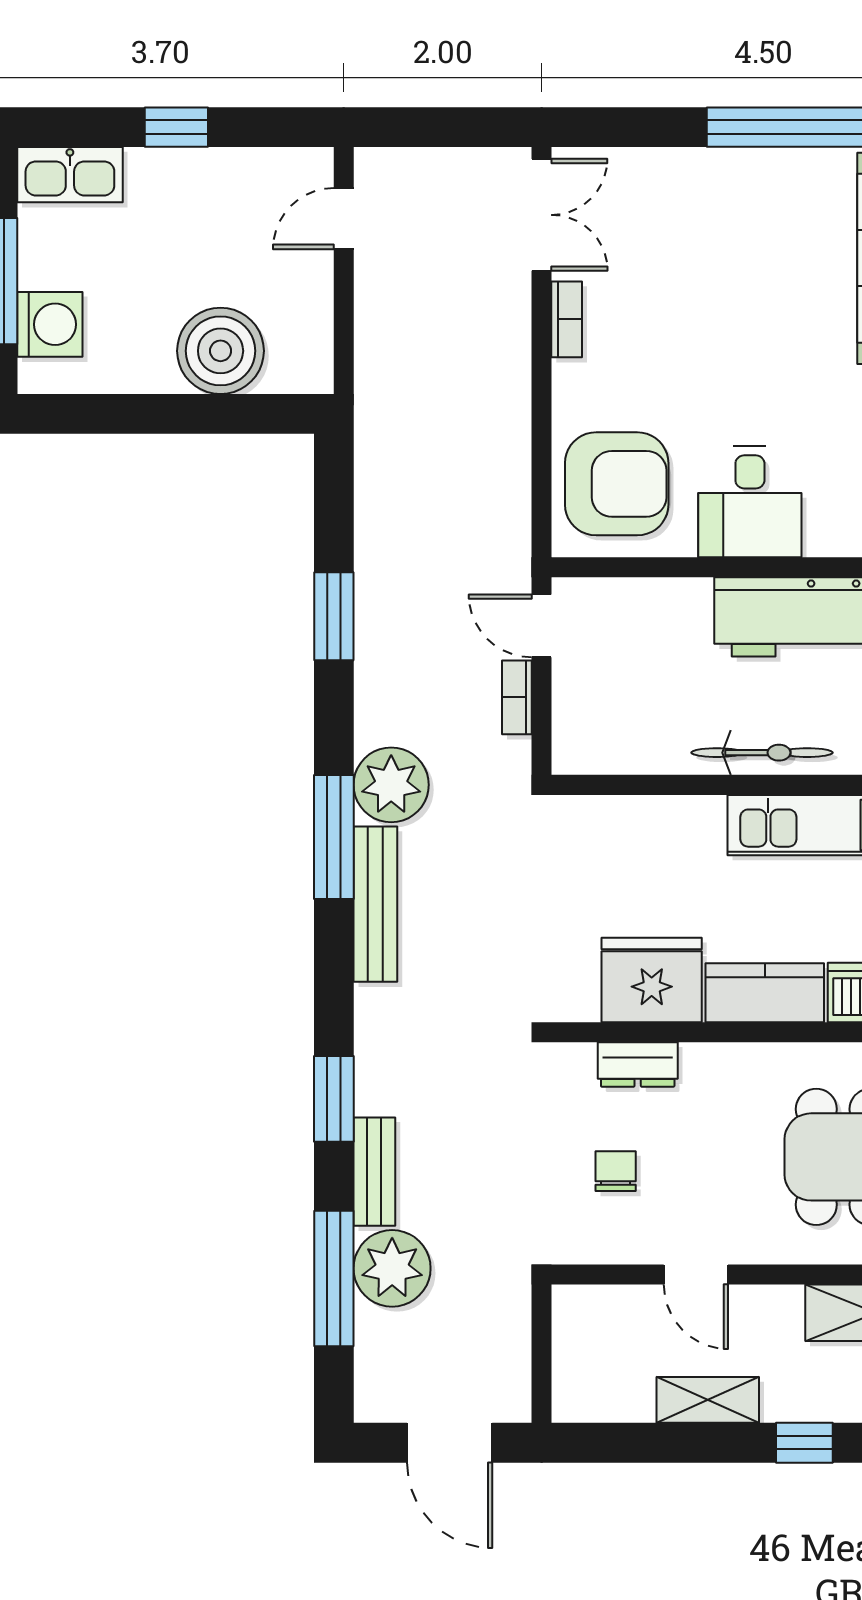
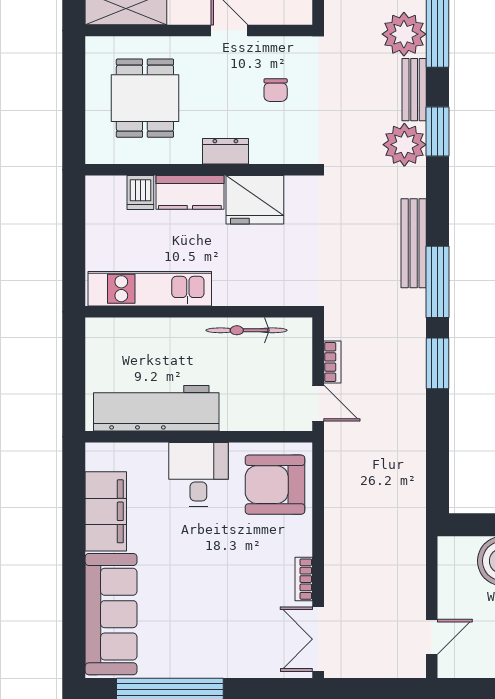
window: (334, 616) -> (437, 363), moved
bicycle: (762, 753) -> (247, 330), moved
plant: (391, 785) -> (404, 145), moved
dresser: (638, 1064) -> (225, 151), moved

